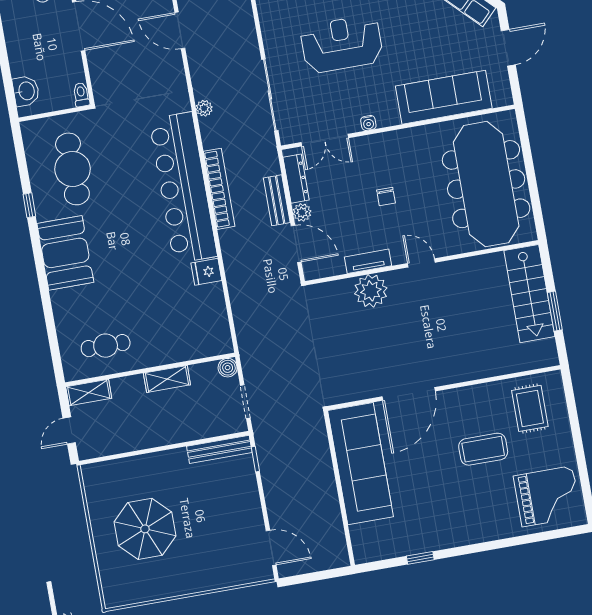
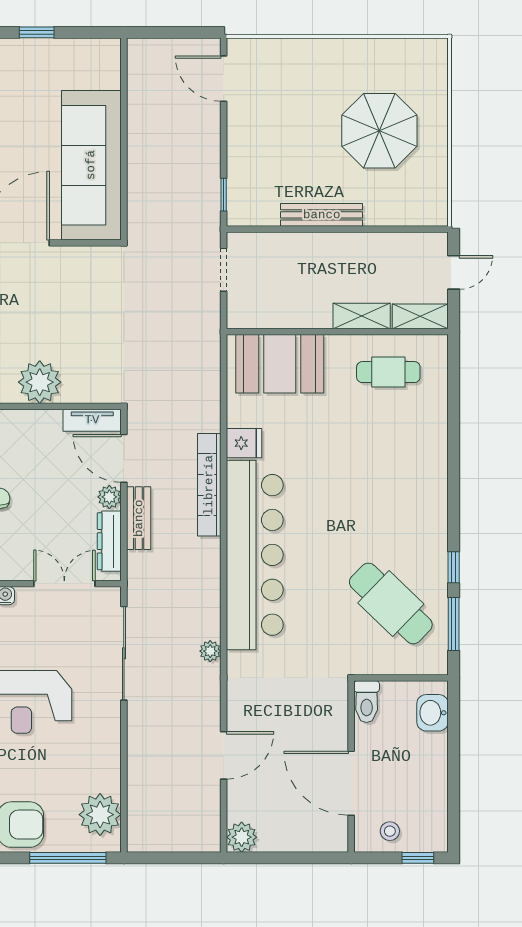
door: (180, 30) -> (224, 755), hinge flipped
toilet: (81, 95) -> (367, 702), width x1.37, depth x1.39
window: (22, 162) -> (454, 624), added
cafe table: (72, 169) -> (391, 603), turned -46
bookcase: (219, 189) -> (209, 485), moved
booth: (65, 253) -> (280, 364), moved, turned 90
tv unit: (368, 261) -> (92, 420), moved
boiler: (228, 368) -> (238, 317), removed
shelving: (167, 379) -> (362, 316), moved
bench: (219, 449) -> (322, 215), moved

